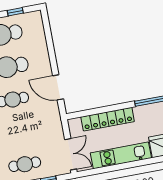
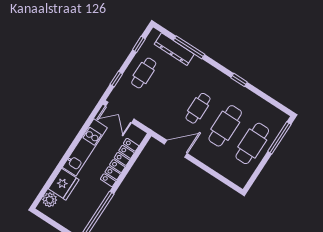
window: (15, 12) -> (259, 170), removed

